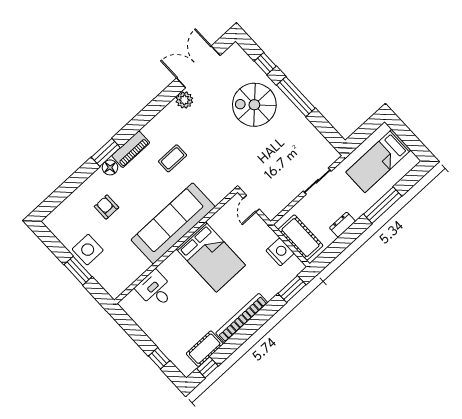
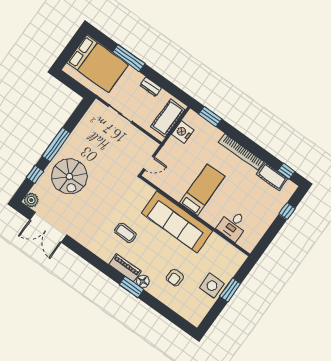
plant: (184, 100) -> (31, 200), moved
bed: (378, 161) -> (98, 64), width x1.50
bed: (211, 257) -> (202, 190), width x0.67

